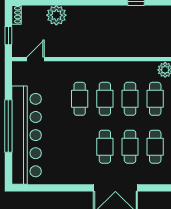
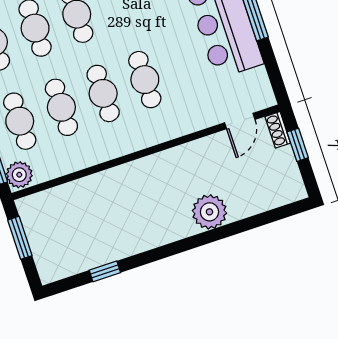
shoe rack: (16, 15) -> (278, 130), moved
plant: (56, 15) -> (209, 212), moved

